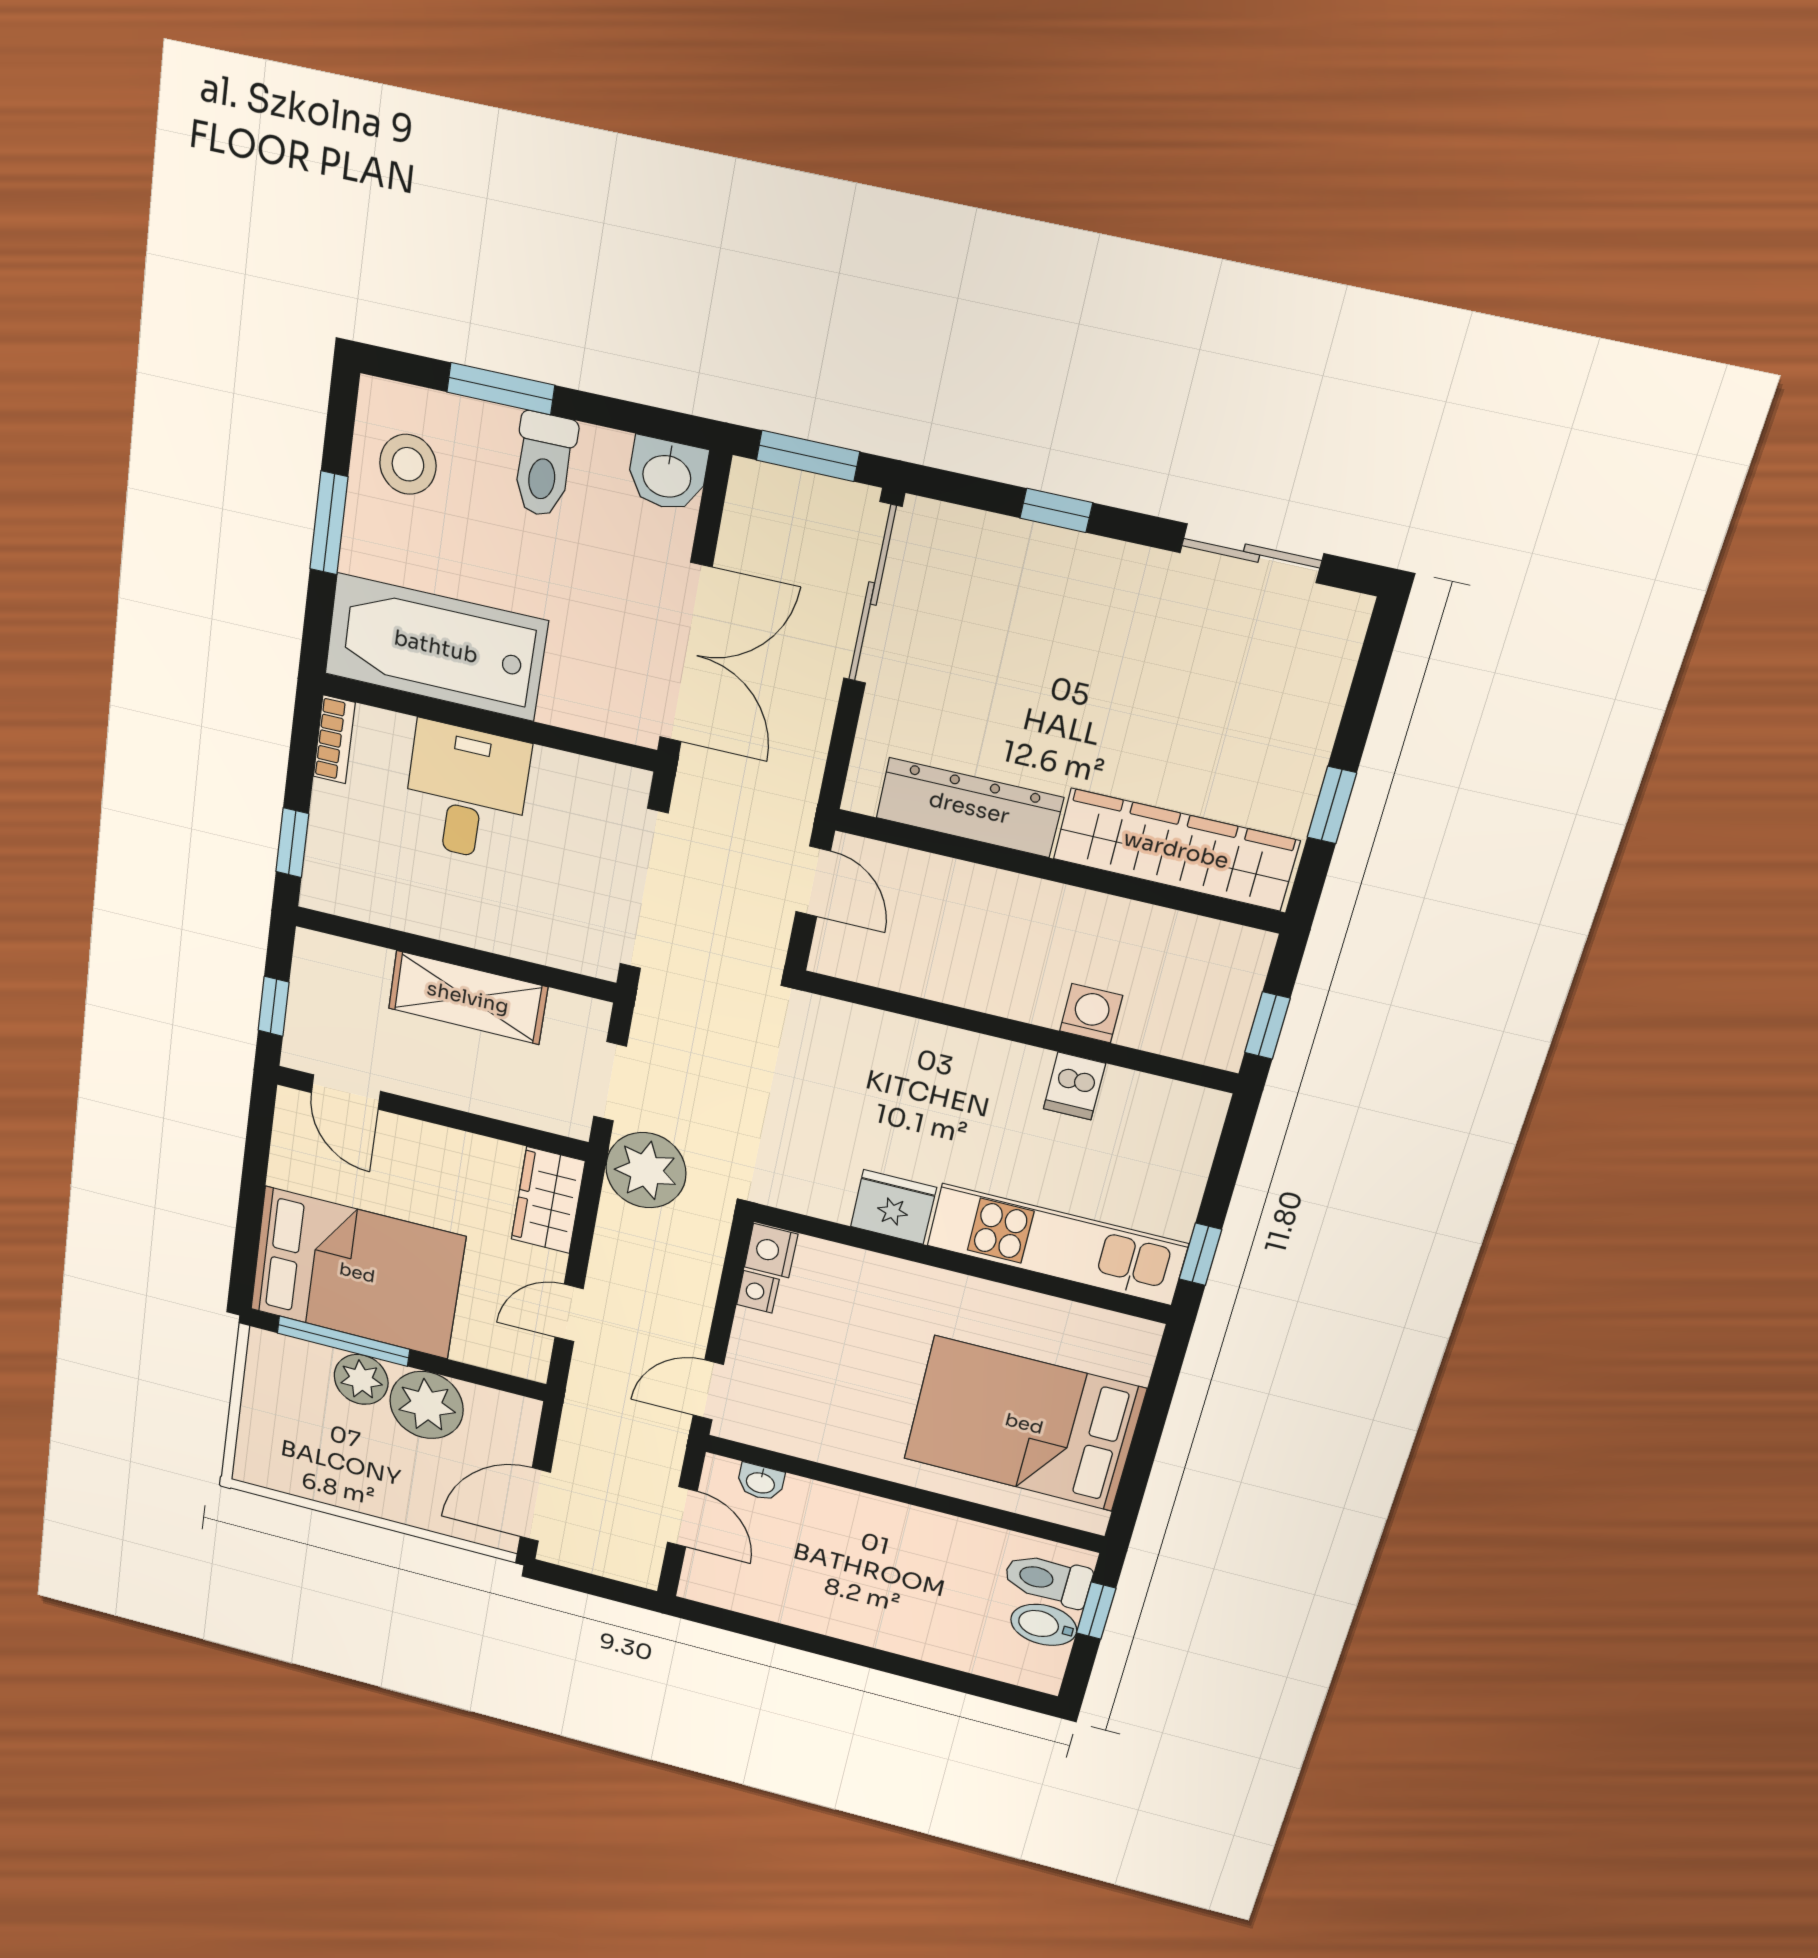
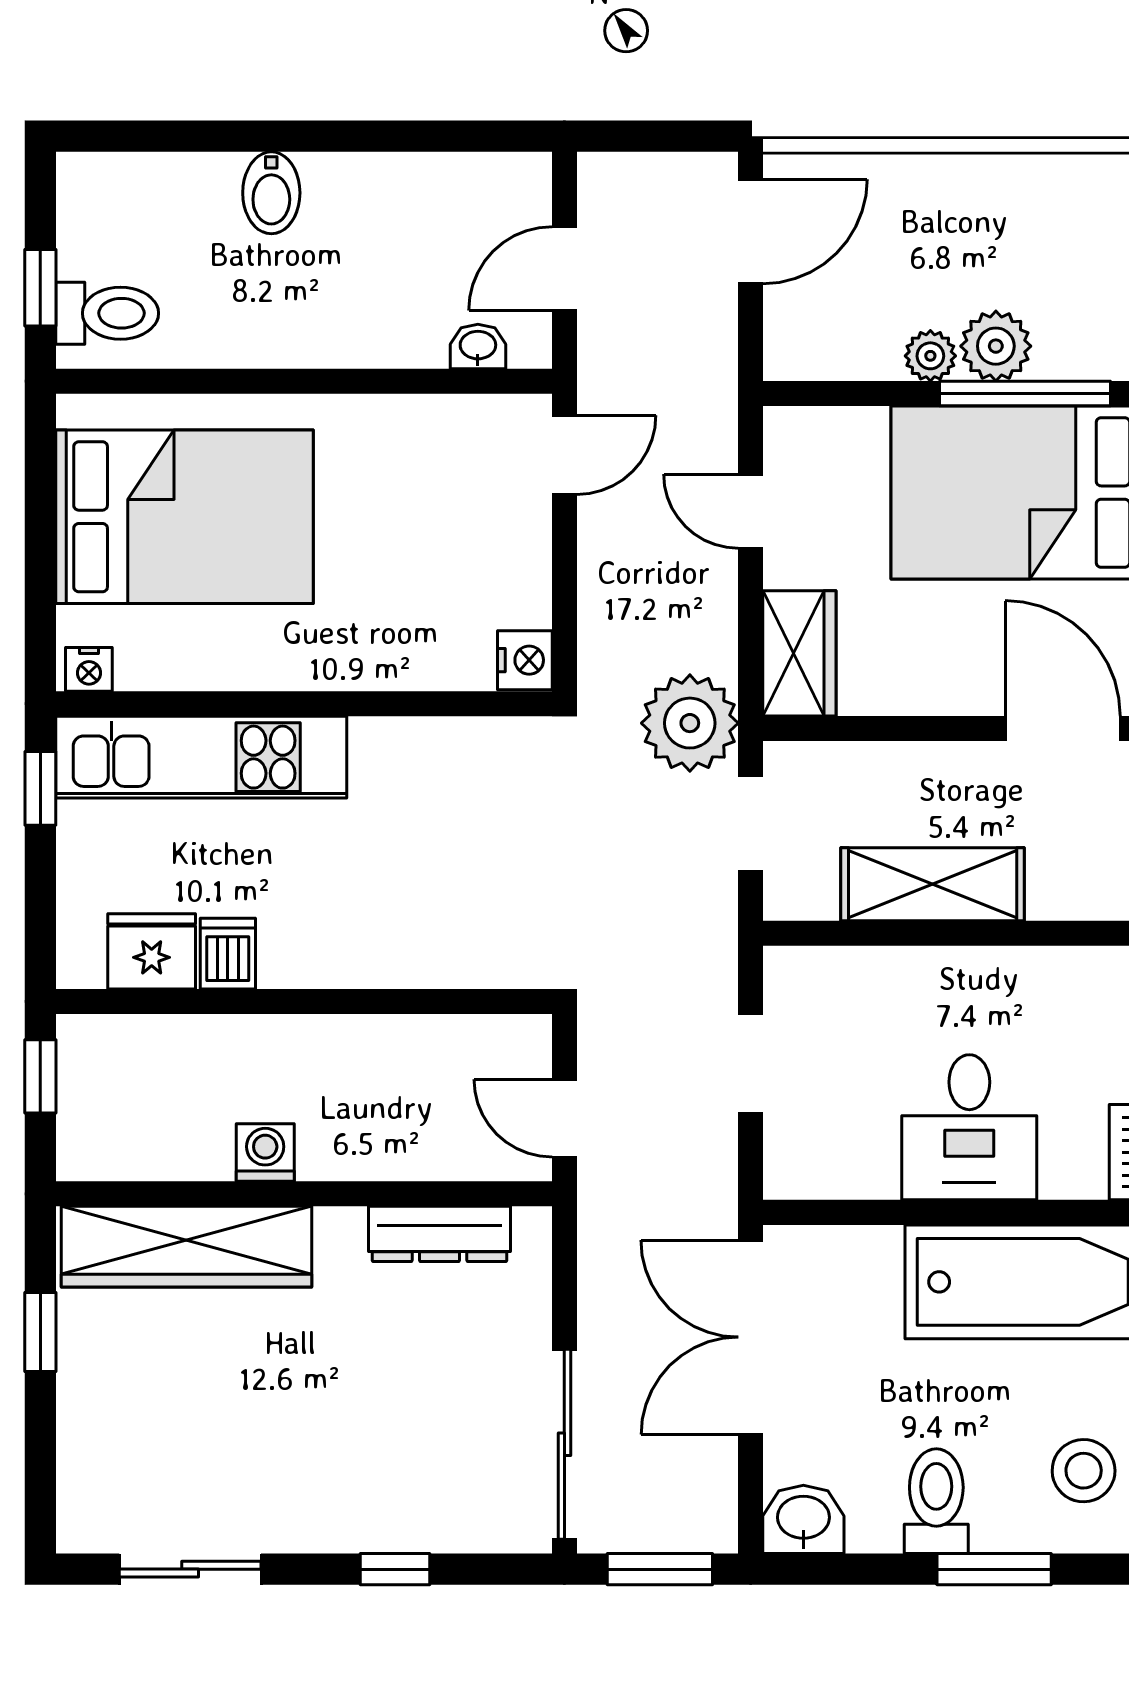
dresser: (969, 808) -> (440, 1234), width x0.73, depth x0.80
doorway: (644, 889) -> (751, 1064), width x0.53
washing machine: (1091, 1013) -> (265, 1152), moved, turned 180
door: (346, 1092) -> (1063, 729), width x1.38
fridge: (893, 1207) -> (152, 951), moved, turned 180
nightstand: (758, 1292) -> (89, 669), moved, turned 90
door: (569, 1313) -> (751, 511), swing flipped
plant: (427, 1405) -> (930, 356), width x0.53, depth x0.53
door: (682, 1517) -> (564, 269), hinge flipped
bidet: (1044, 1625) -> (271, 193), moved, turned 90

